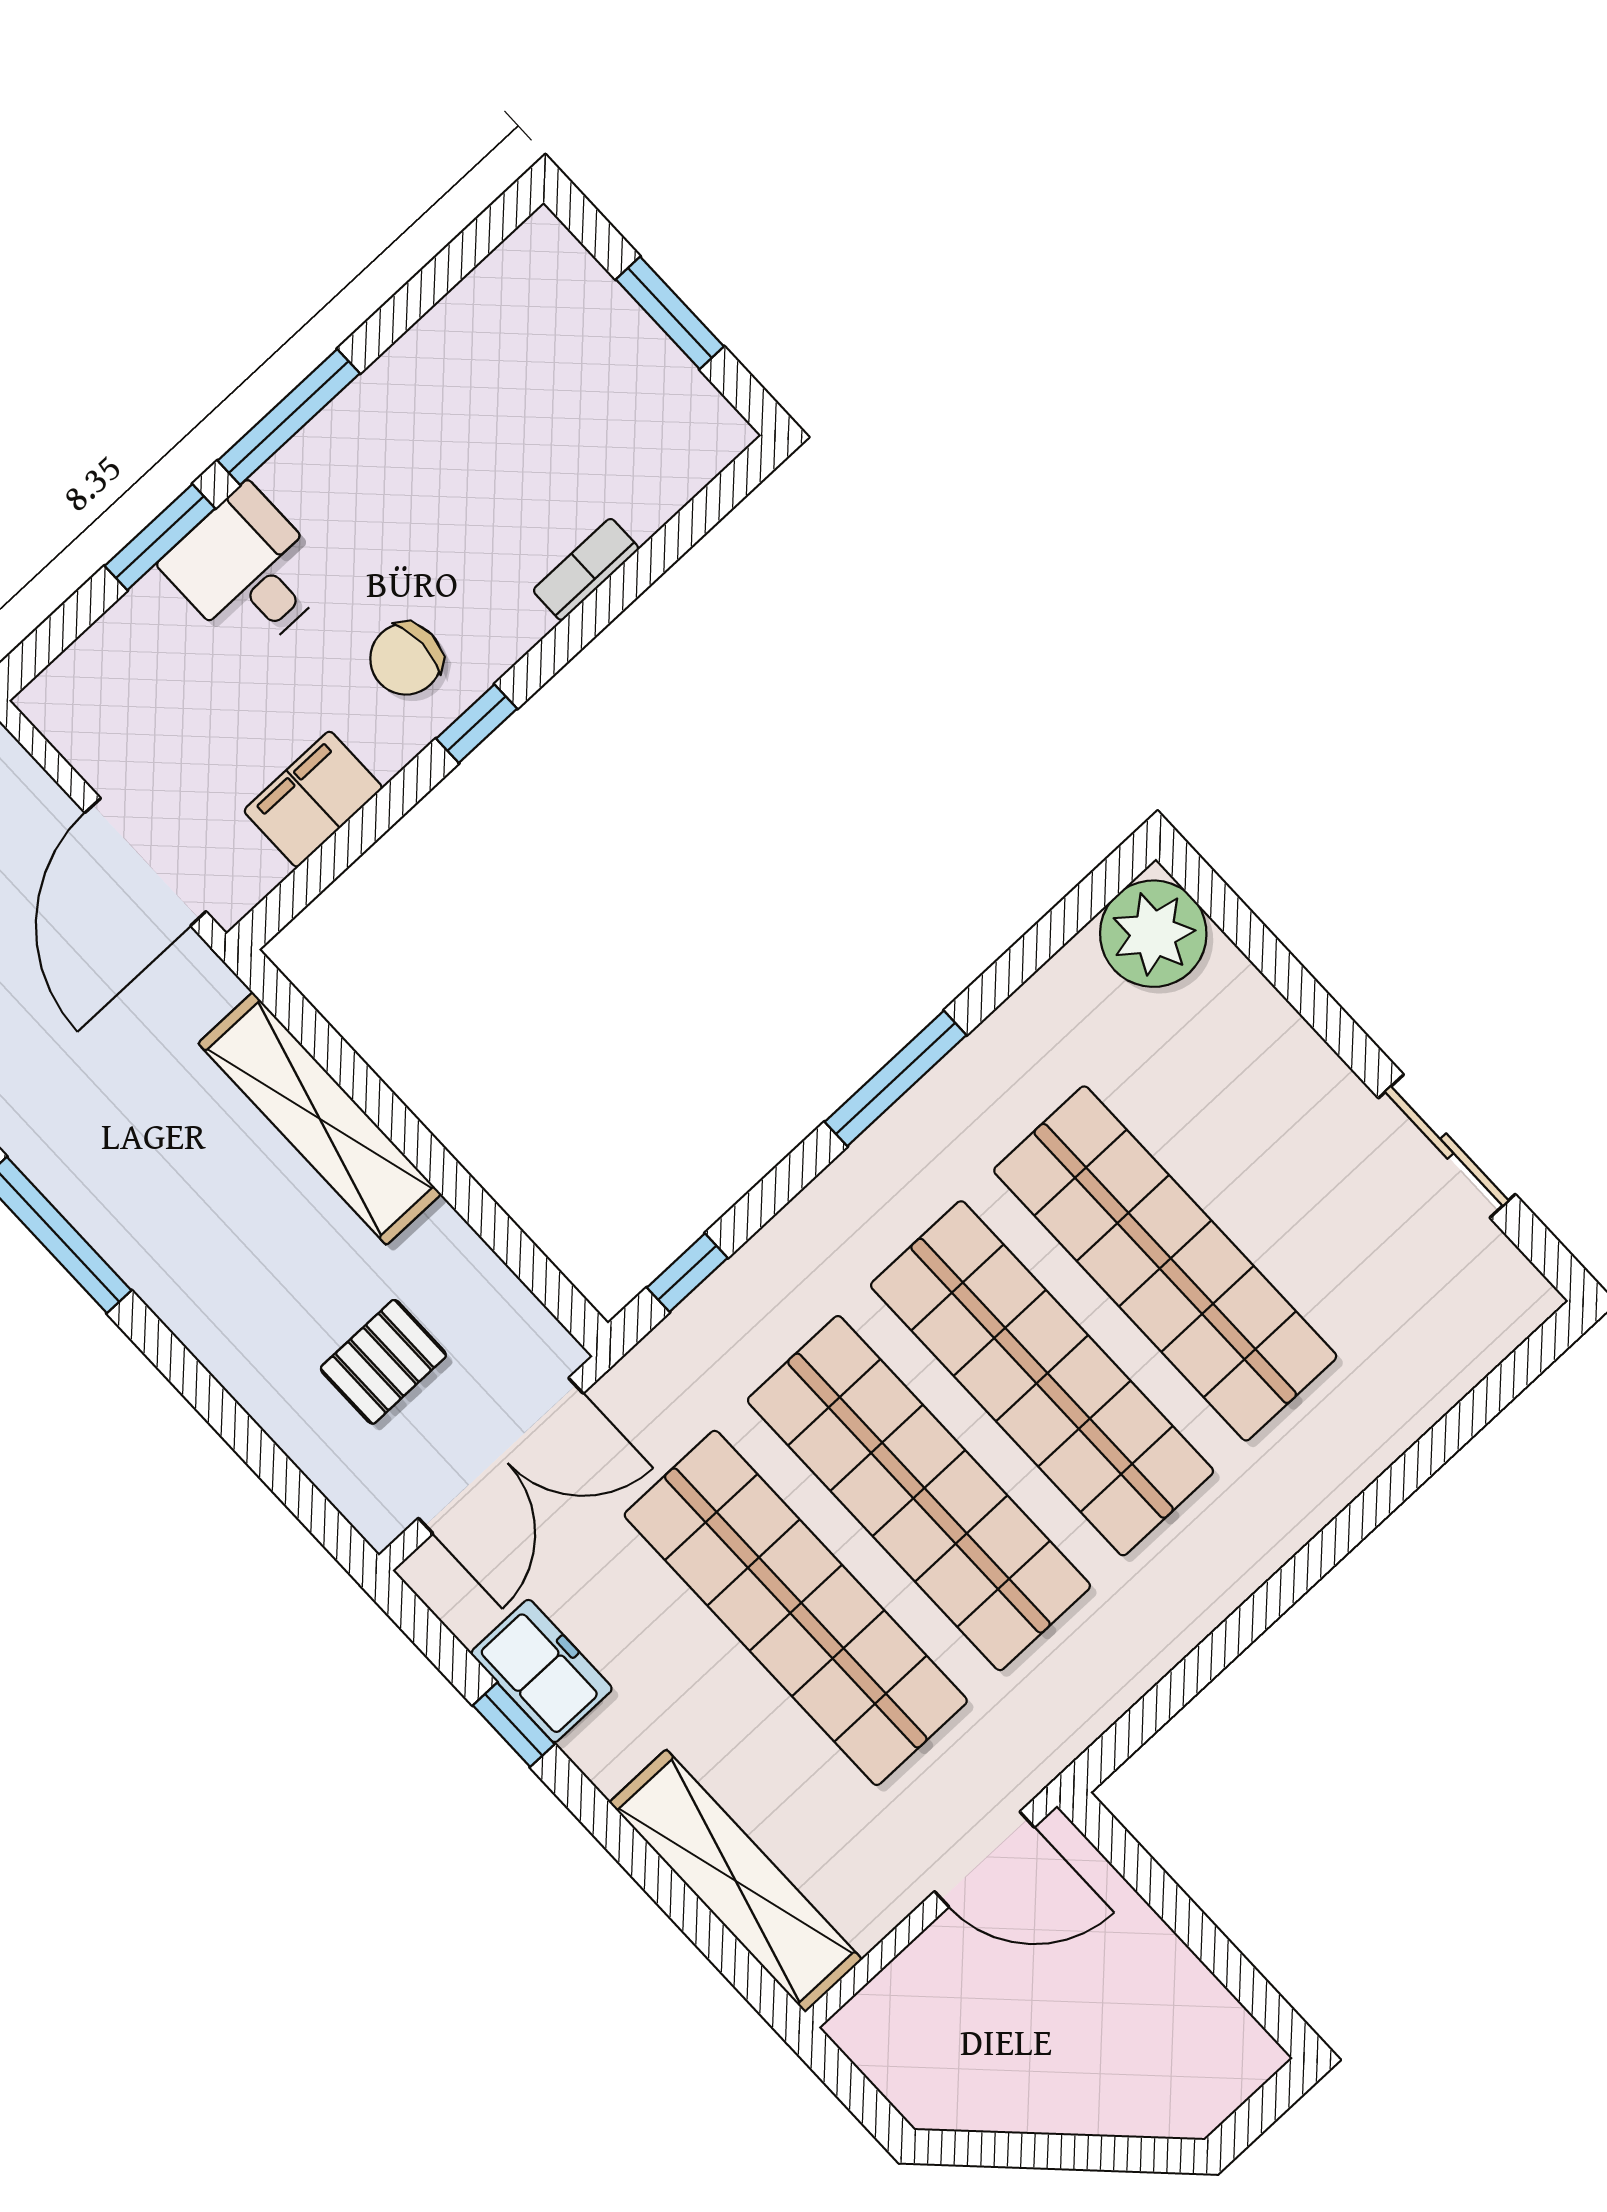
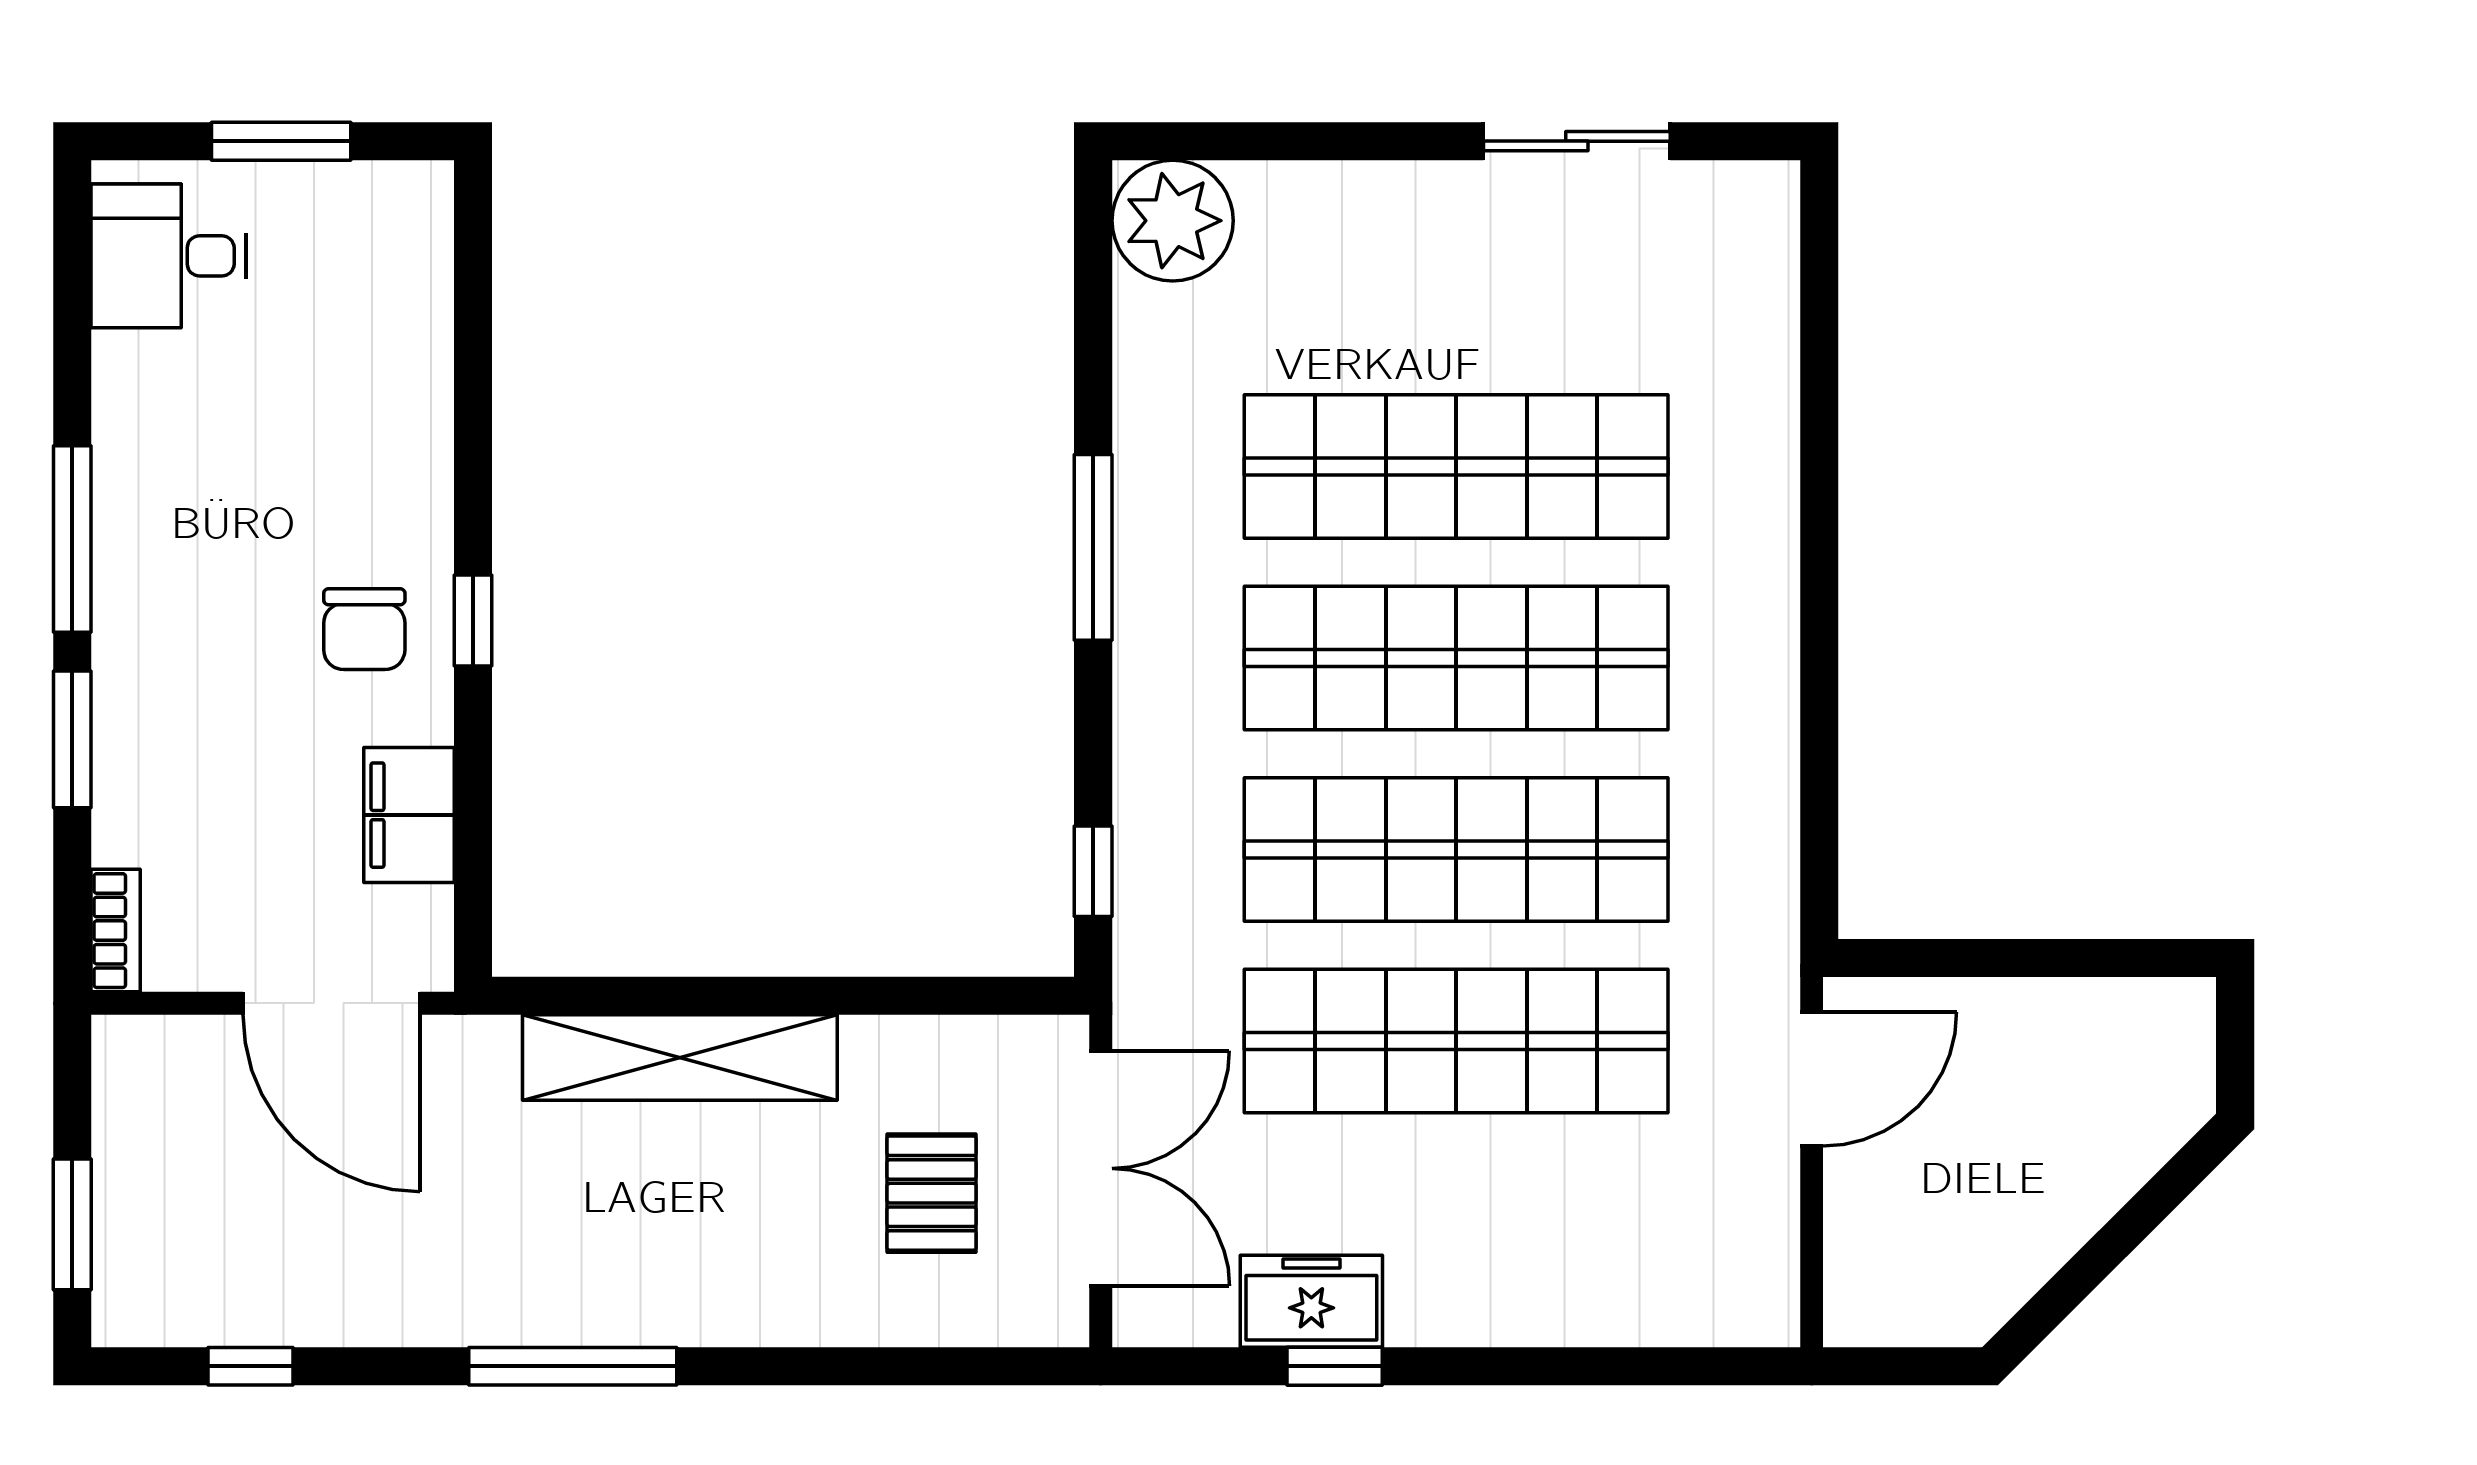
bookcase: (586, 569) -> (116, 931), moved, turned 180
desk: (248, 571) -> (169, 256), moved
shelving: (736, 1881) -> (1637, 1303), removed

